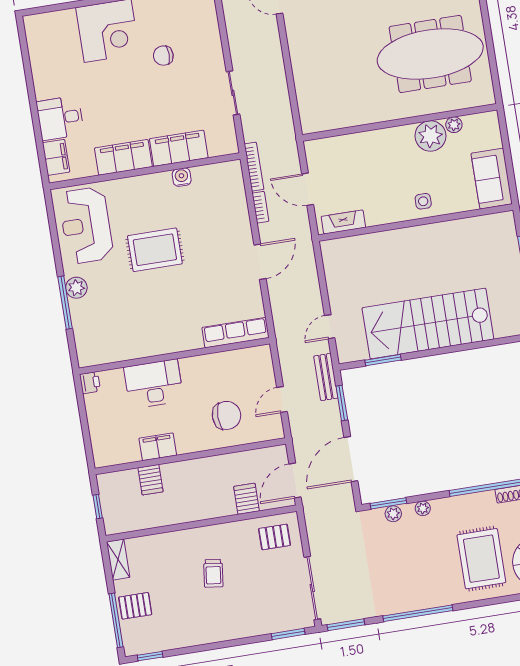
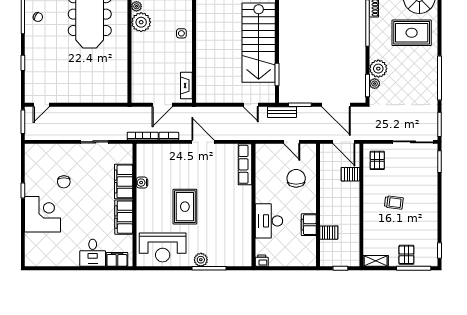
plant: (423, 508) -> (378, 69), width x1.88, depth x1.88

